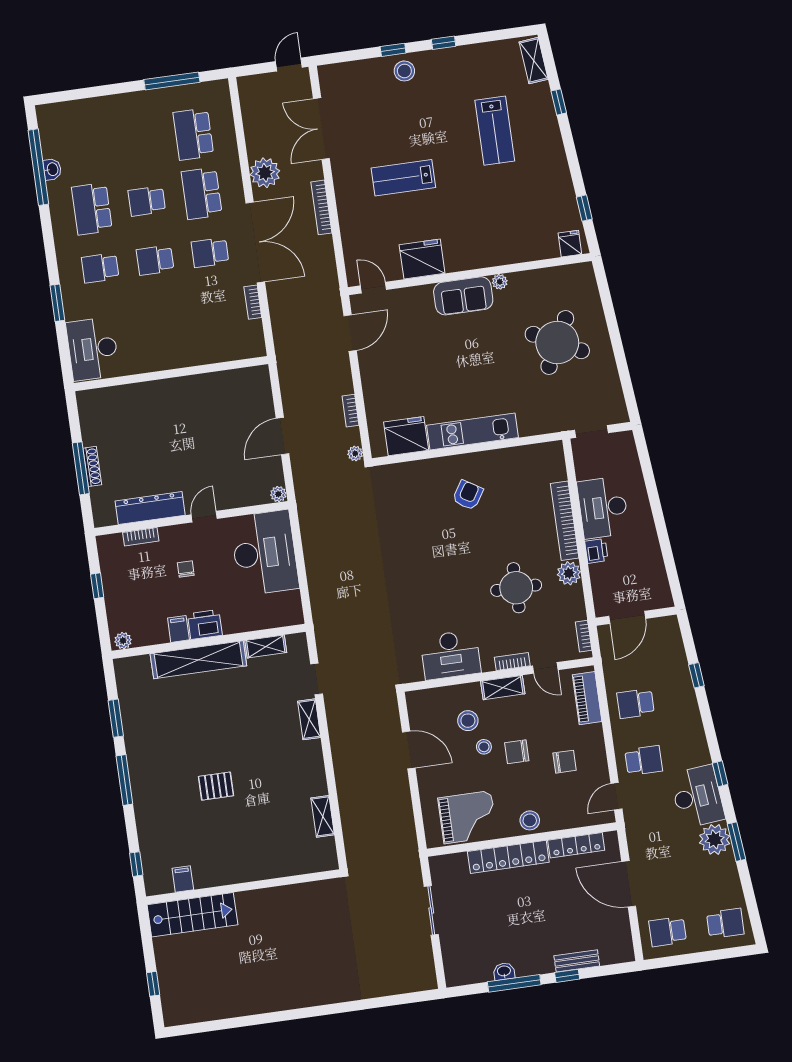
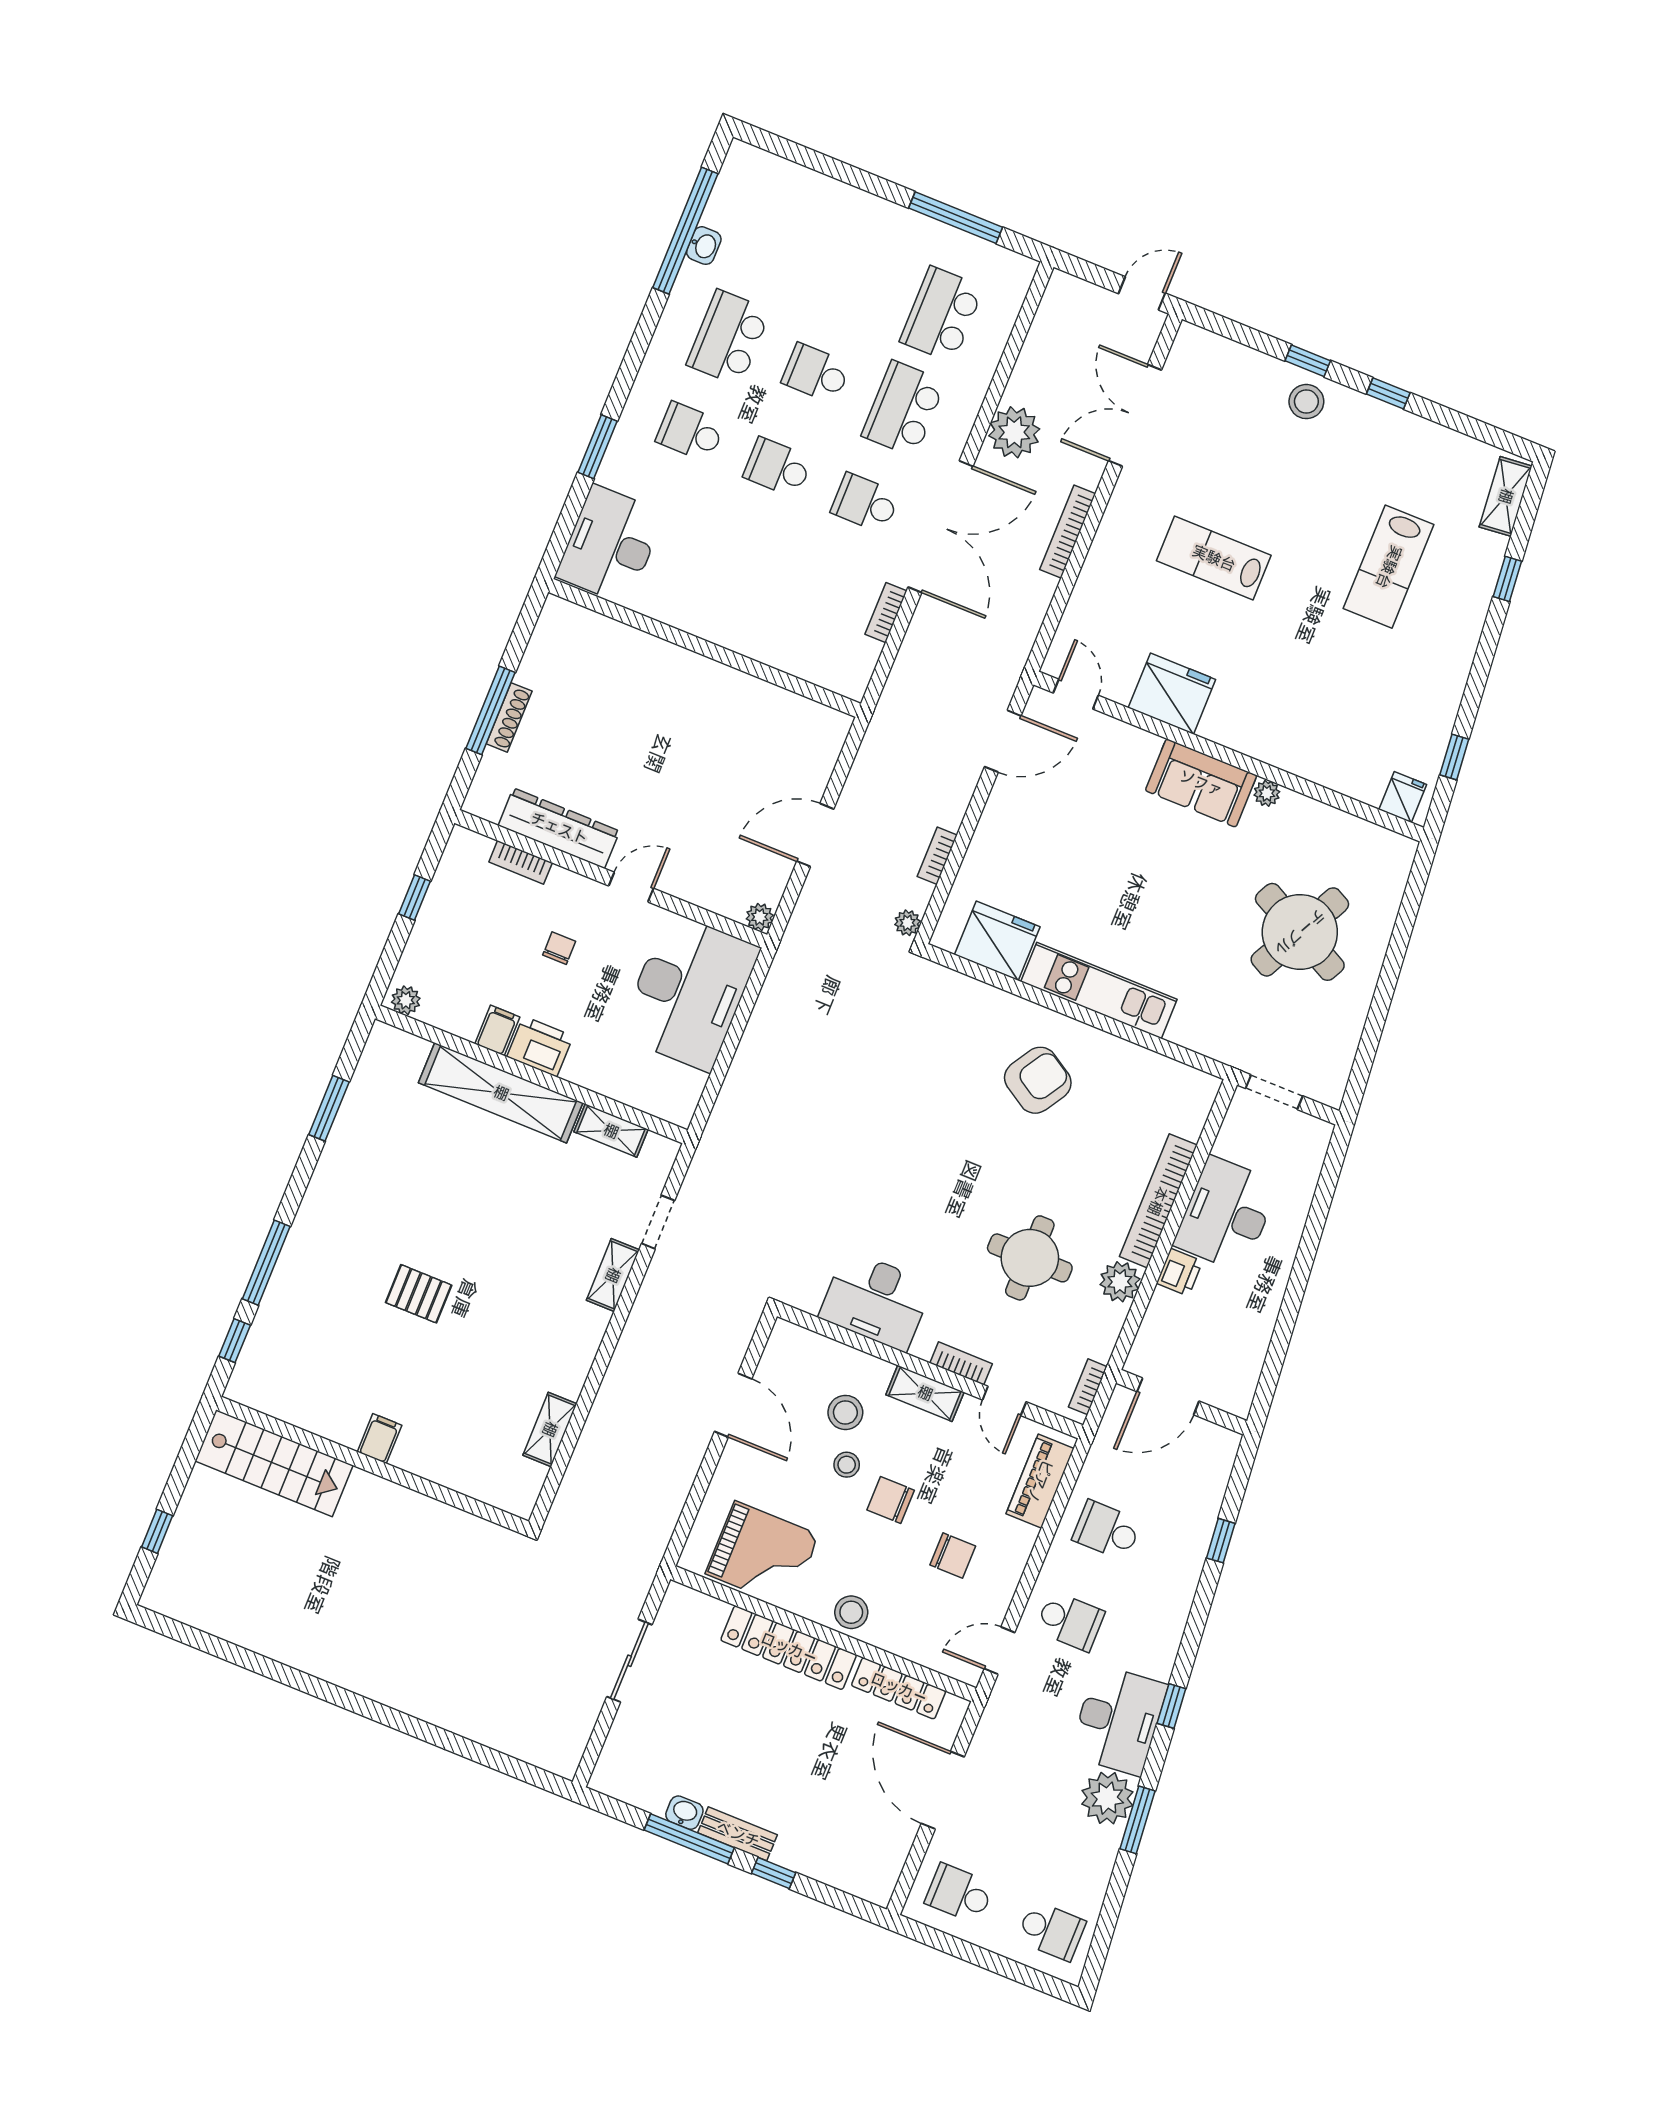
armchair: (468, 495) -> (1038, 1080), width x1.38, depth x1.38
window: (124, 780) -> (266, 1263), moved
filing cabinet: (183, 879) -> (380, 1438), moved
bench: (577, 961) -> (738, 1834), moved

